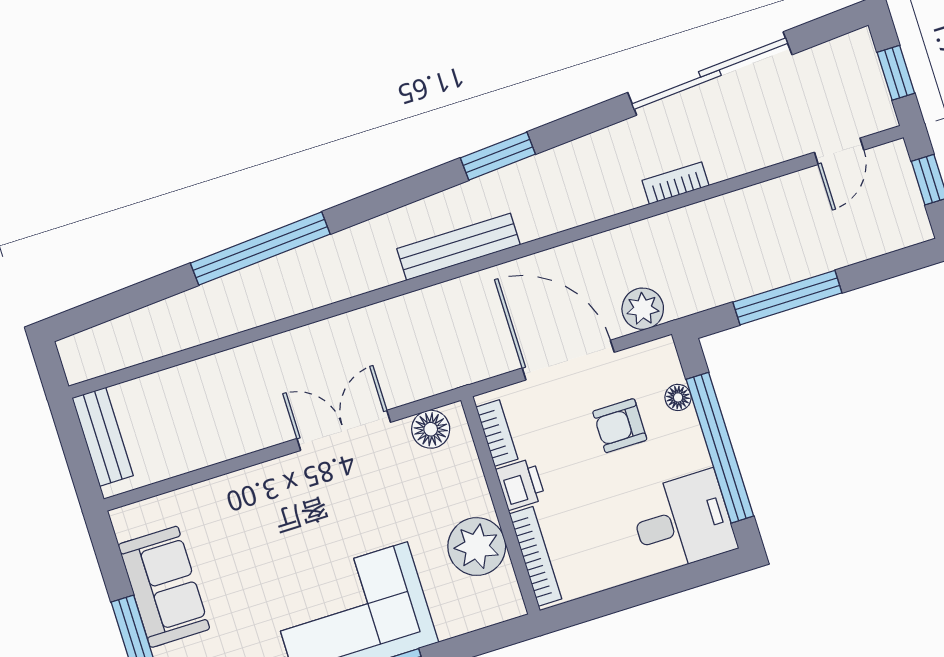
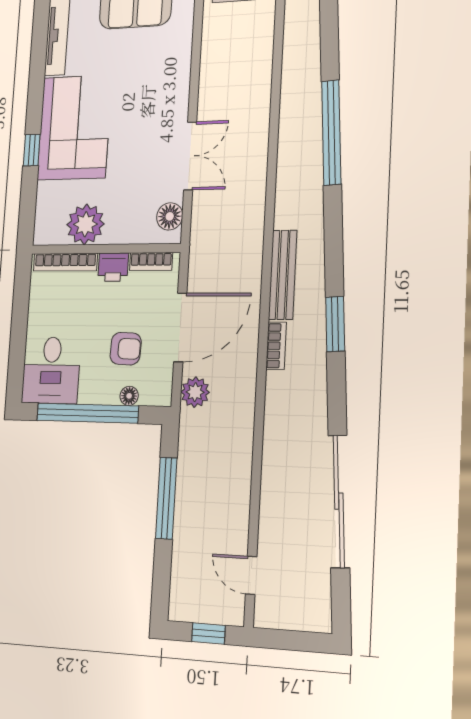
window: (896, 73) -> (291, 640), removed
bookcase: (676, 183) -> (276, 346), moved
armchair: (620, 426) -> (126, 349), turned 92

